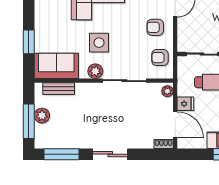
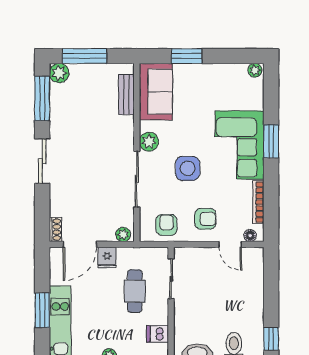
armchair: (155, 27) -> (205, 219), turned 90
side table: (99, 43) -> (188, 168), moved
plant: (42, 116) -> (59, 73), moved

